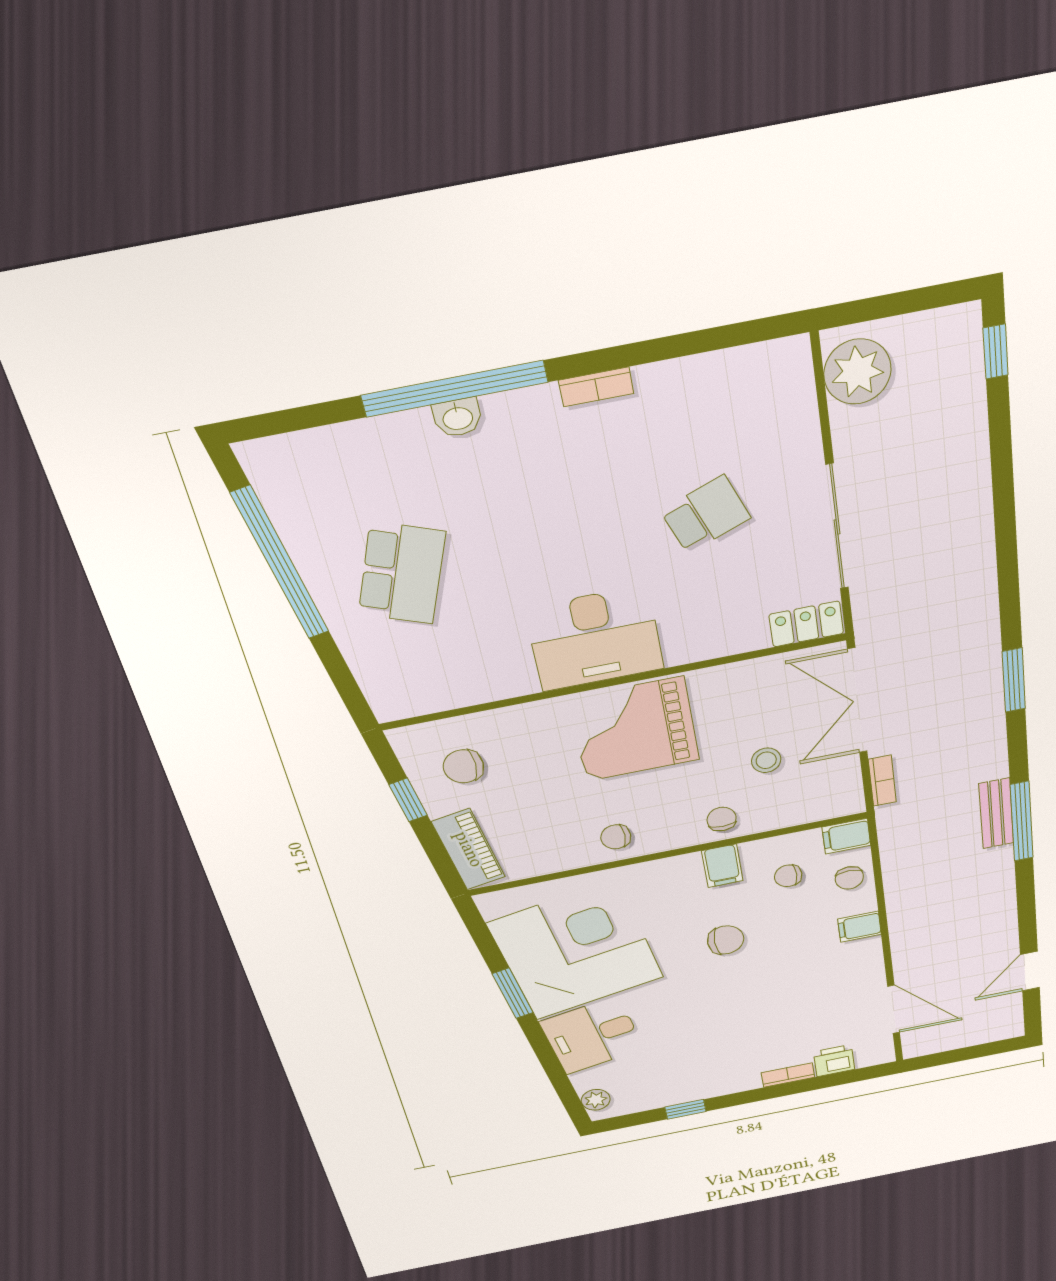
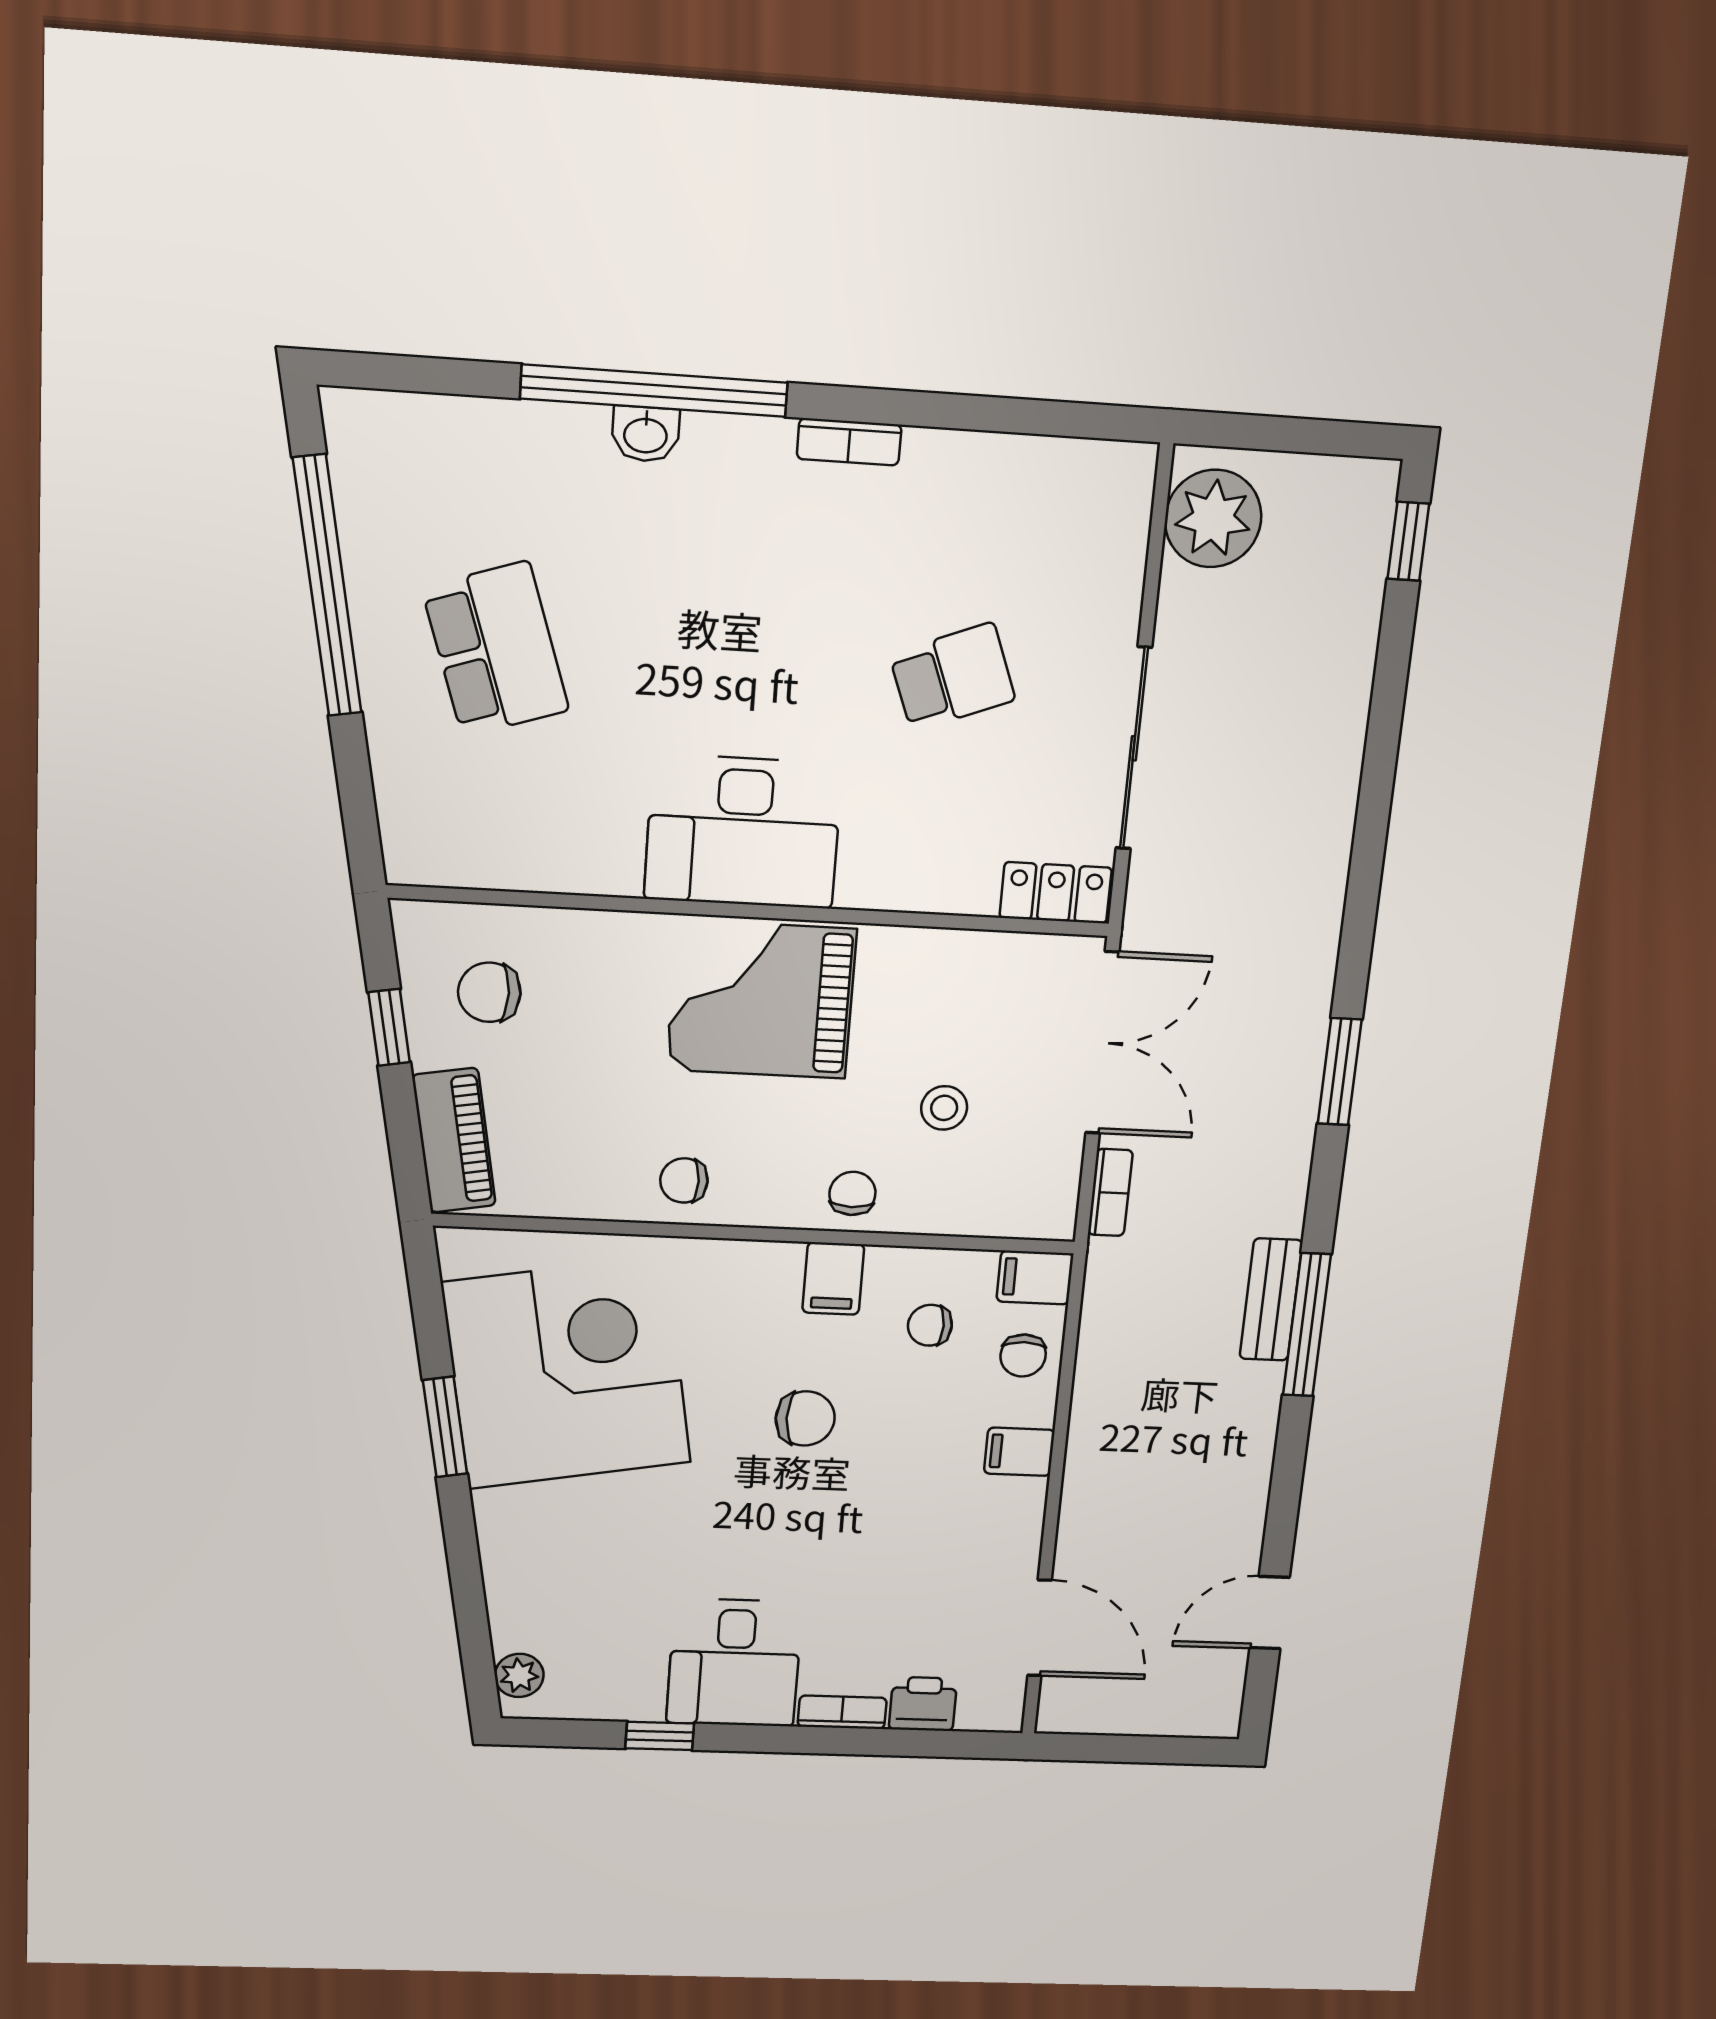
school desk: (402, 573) -> (496, 649), turned -39
double door: (857, 701) -> (1102, 1043), swing flipped
desk: (592, 1035) -> (734, 1663), moved, turned -80

